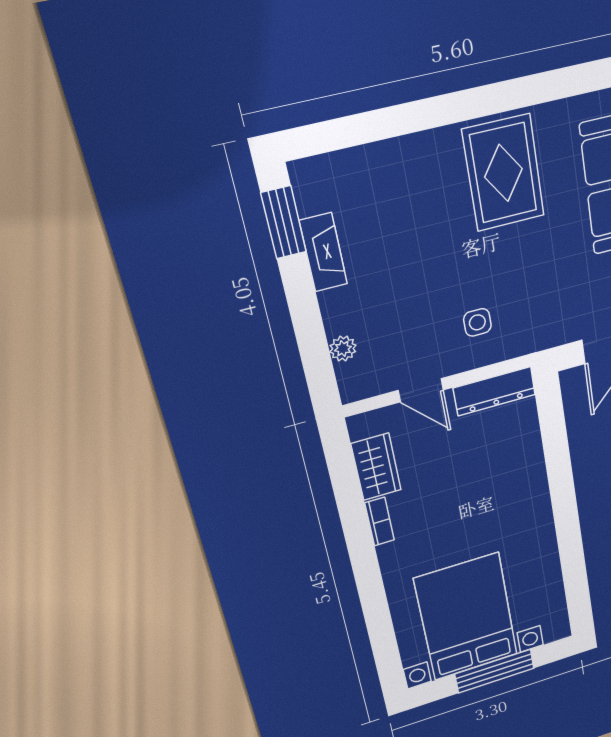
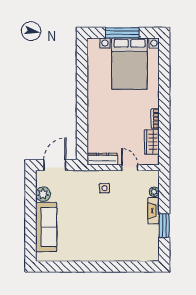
rug: (503, 173) -> (86, 241), removed
window: (284, 222) -> (164, 226), moved
fireplace: (323, 252) -> (153, 211), moved

